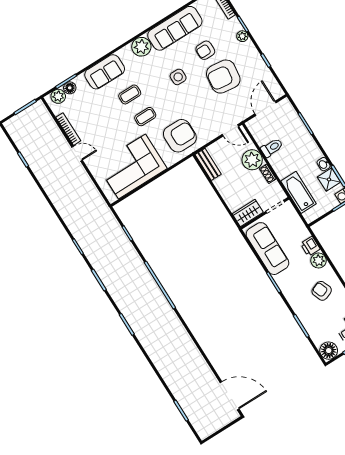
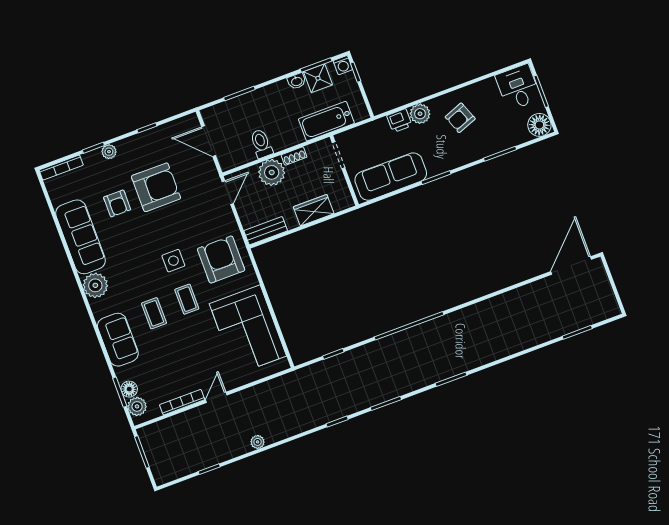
side table: (178, 77) -> (173, 261), moved
armchair: (223, 77) -> (156, 187), turned -97
plant: (51, 191) -> (258, 442), added
wardrobe: (248, 213) -> (314, 210), moved, turned 90

